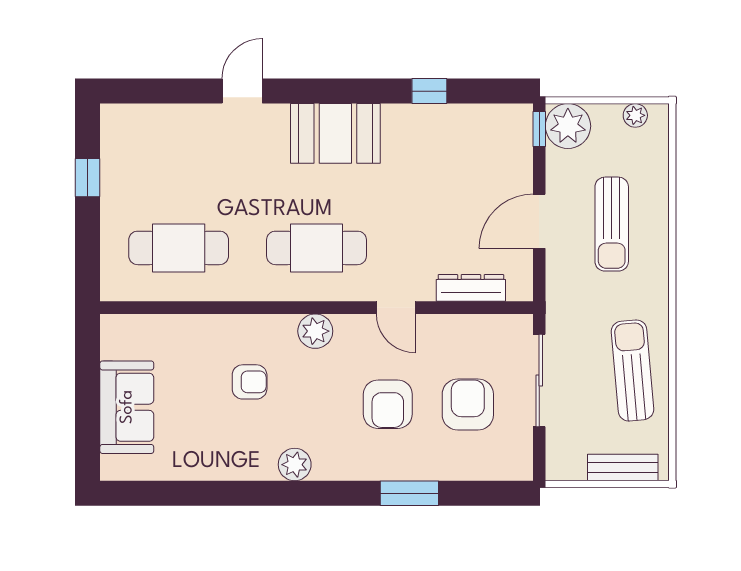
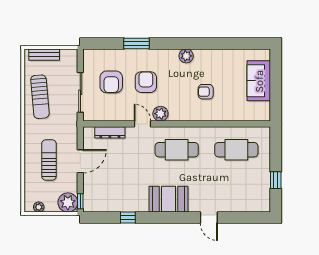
door: (242, 91) -> (209, 218), hinge flipped
plant: (315, 331) -> (160, 114), moved

